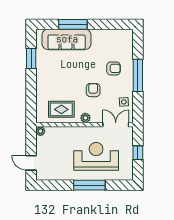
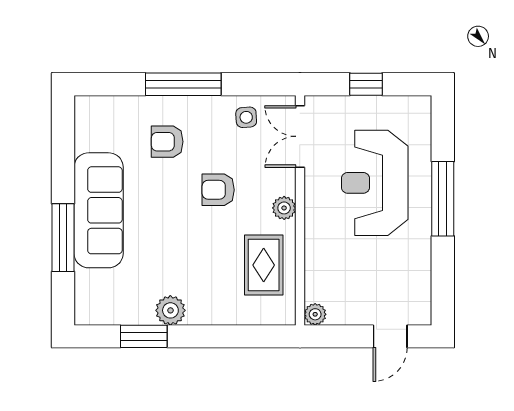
sofa: (67, 39) -> (99, 210), moved
armchair: (114, 68) -> (167, 142), turned -90
plant: (42, 70) -> (170, 310), added

